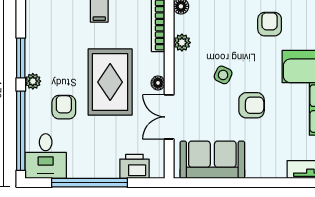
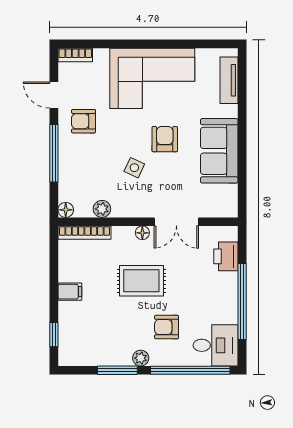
rug: (110, 82) -> (141, 281), width x0.73, depth x0.70
sofa: (212, 160) -> (219, 151), moved

